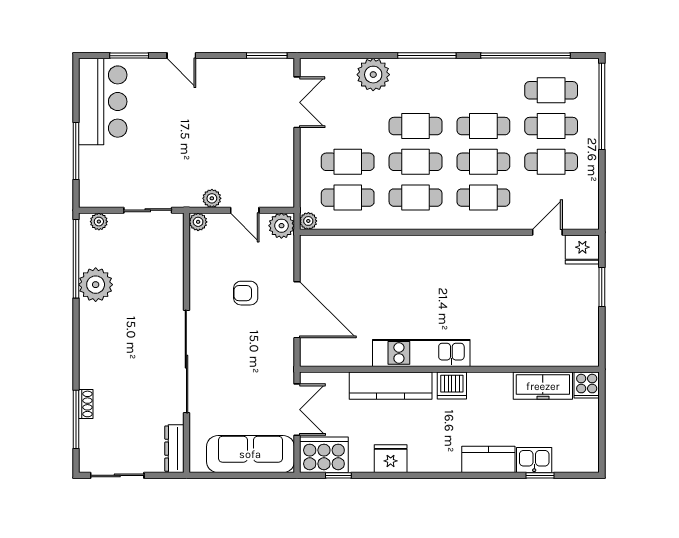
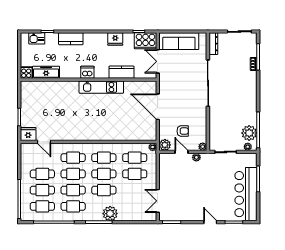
plant: (373, 75) -> (110, 214), moved
cafe table: (483, 90) -> (73, 206), added
bar counter: (103, 102) -> (246, 194), width x1.36
door: (547, 232) -> (44, 142), hinge flipped
plant: (96, 285) -> (249, 133), moved
armchair: (246, 293) -> (183, 131), moved
kitchen counter: (391, 386) -> (122, 72), width x0.67
kitchen sink: (534, 460) -> (37, 38), moved

